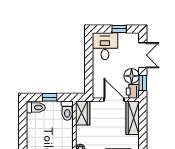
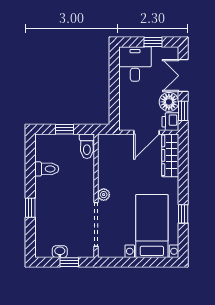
double door: (143, 55) -> (183, 76), swing flipped
door: (114, 100) -> (147, 132), swing flipped
toilet: (36, 108) -> (47, 169), moved
wardrobe: (83, 113) -> (106, 149), removed

